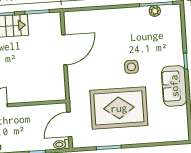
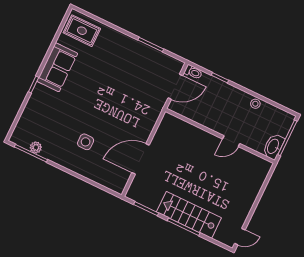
side table: (131, 67) -> (86, 142), moved
rug: (119, 108) -> (82, 31), moved, width x0.54, depth x0.49

